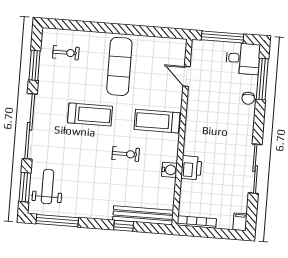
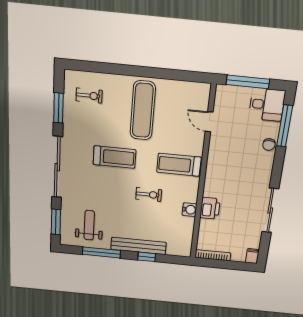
weight bench: (48, 187) -> (89, 225), moved
bench: (143, 215) -> (138, 246), moved
window: (57, 221) -> (101, 252), moved

